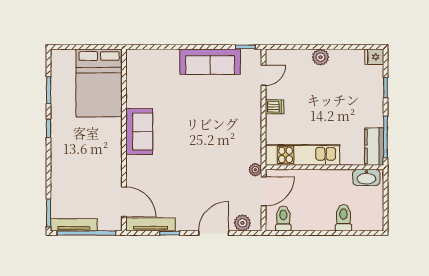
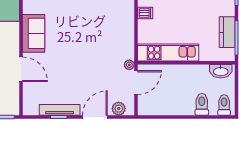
kitchen counter: (374, 147) -> (227, 32), moved
door: (124, 202) -> (21, 69), moved
toilet: (283, 218) -> (224, 105), moved
tv unit: (151, 224) -> (60, 110), moved

